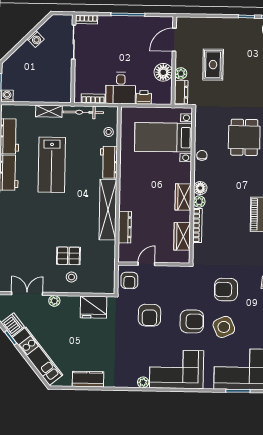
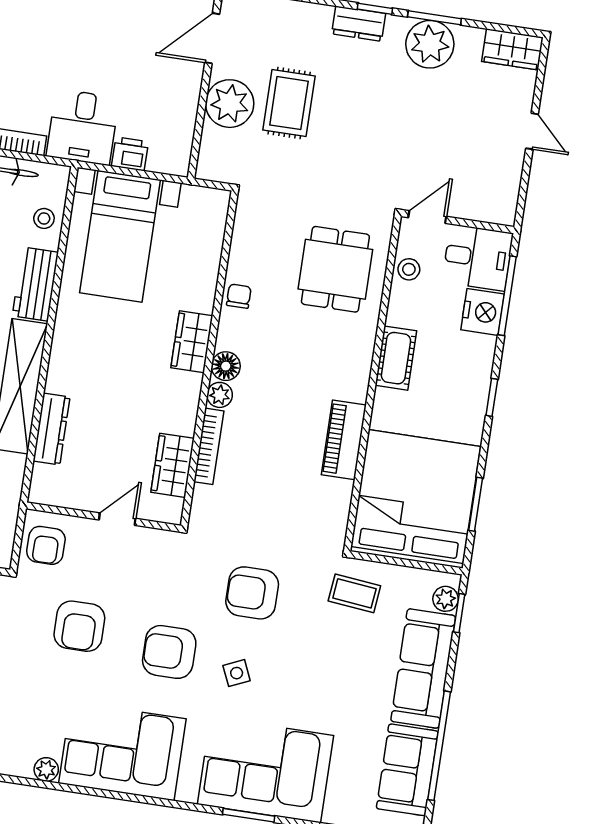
floor lamp: (163, 72) -> (179, 105), removed
plant: (181, 73) -> (230, 104), width x1.88, depth x1.88
dresser: (181, 92) -> (359, 24), moved, turned 90
bed with nightstands: (163, 137) -> (120, 236), moved, turned -90
wardrobe: (183, 197) -> (192, 342), moved
door: (146, 264) -> (117, 519), moved
armchair: (192, 321) -> (169, 652), turned 180
side table: (224, 327) -> (237, 673), width x0.54, depth x0.54

